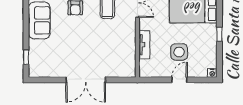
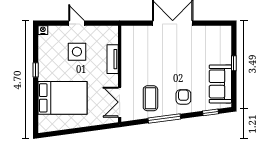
window: (26, 57) -> (234, 63), moved
door: (179, 80) -> (77, 23), swing flipped

